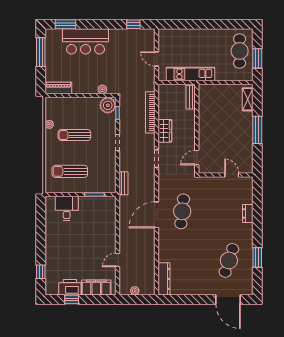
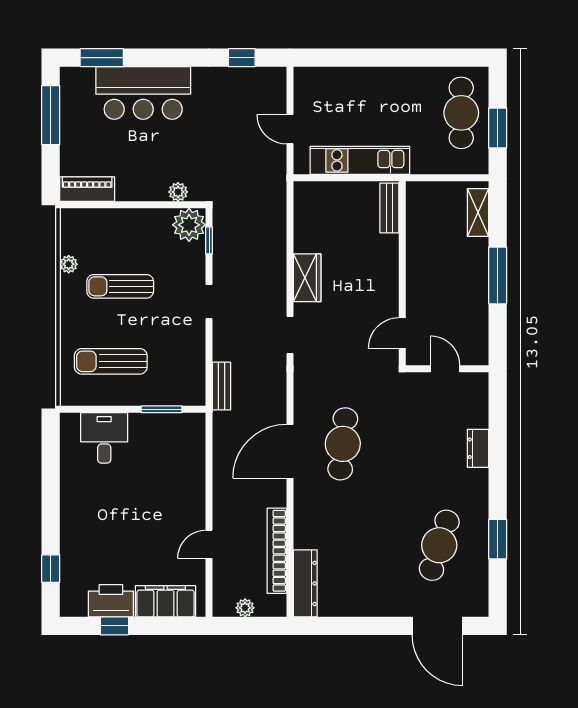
bench: (191, 97) -> (389, 208), moved
bookcase: (150, 112) -> (277, 551), moved
wall: (197, 129) -> (402, 273), moved
door: (197, 158) -> (402, 333), moved

